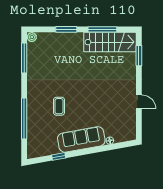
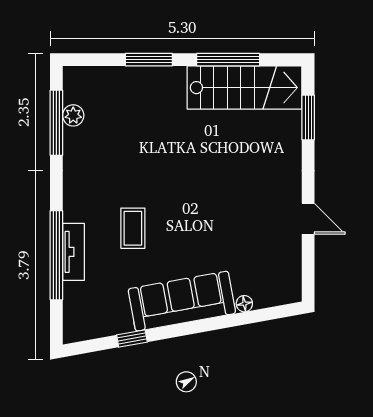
plant: (32, 37) -> (73, 115), moved
tv unit: (32, 117) -> (73, 252), added

